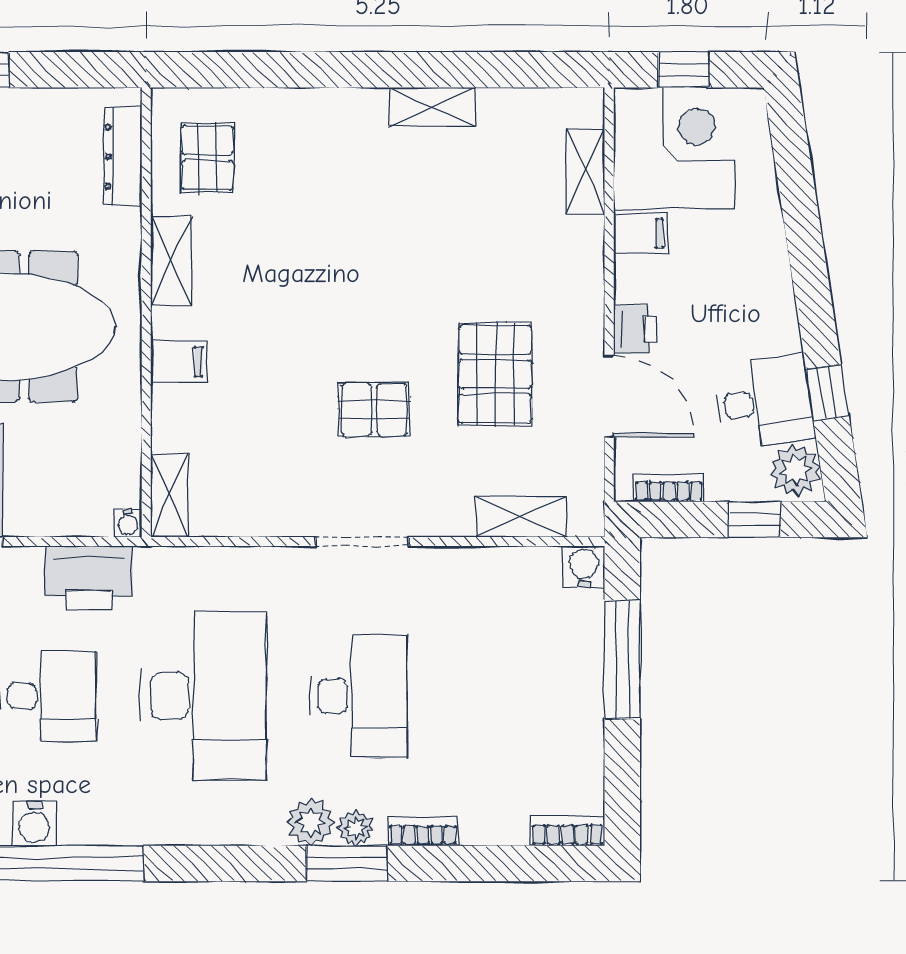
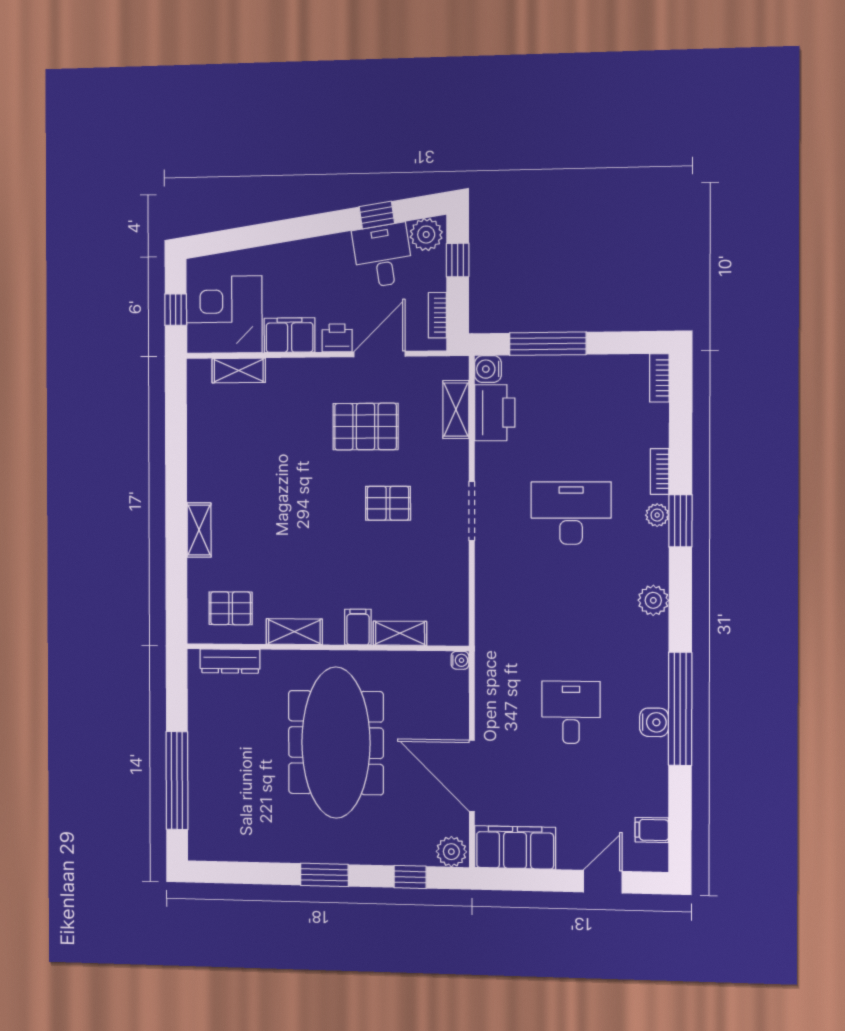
shelving: (432, 107) -> (199, 530), moved
filing cabinet: (641, 233) -> (290, 335), width x2.00
pallet: (374, 410) -> (388, 503), turned 90
shelving: (170, 495) -> (400, 633), moved
printer: (89, 577) -> (495, 413), moved
desk: (204, 696) -> (571, 613), removed
plant: (311, 822) -> (653, 600), moved

